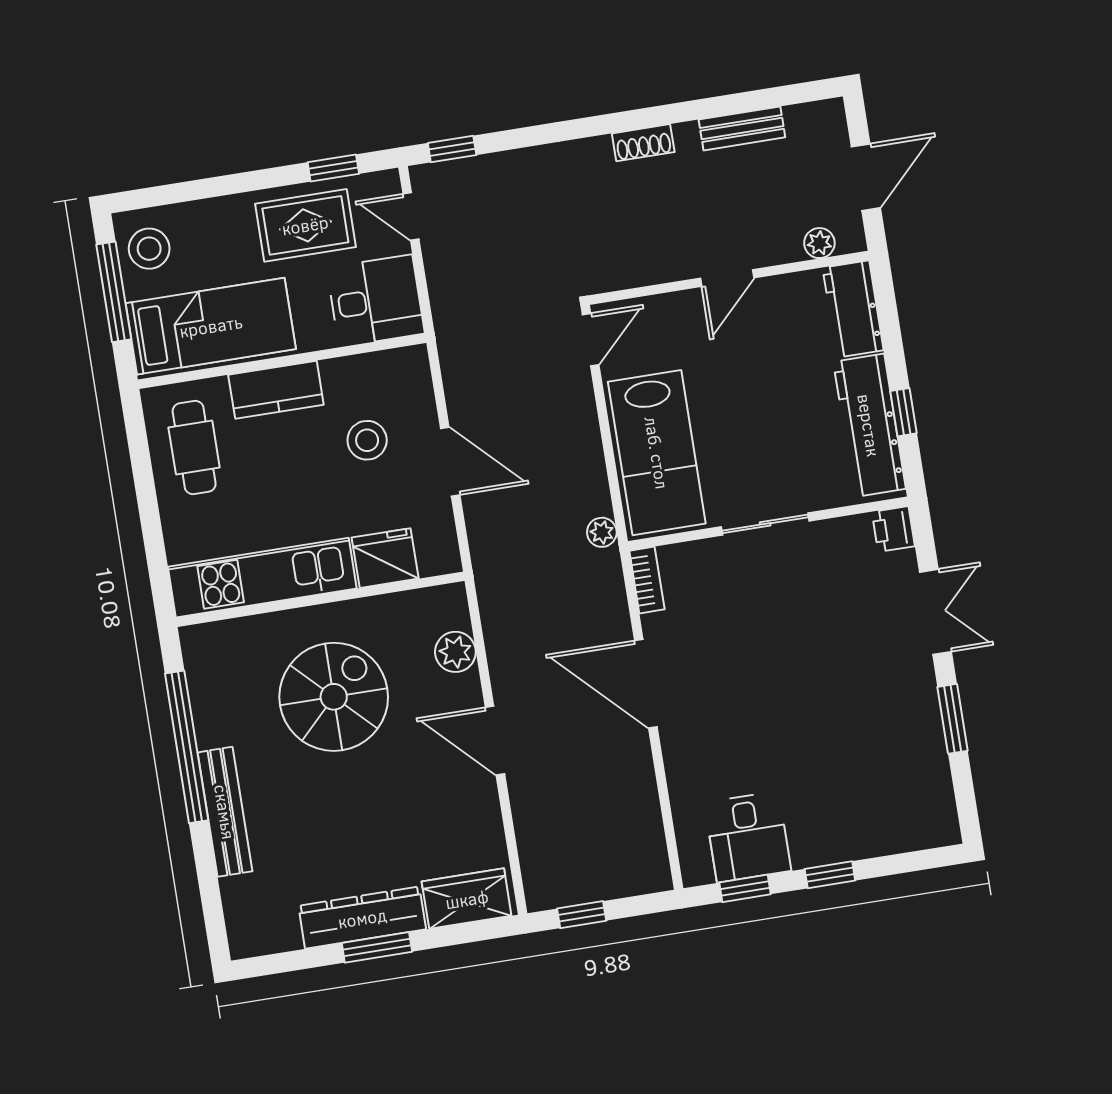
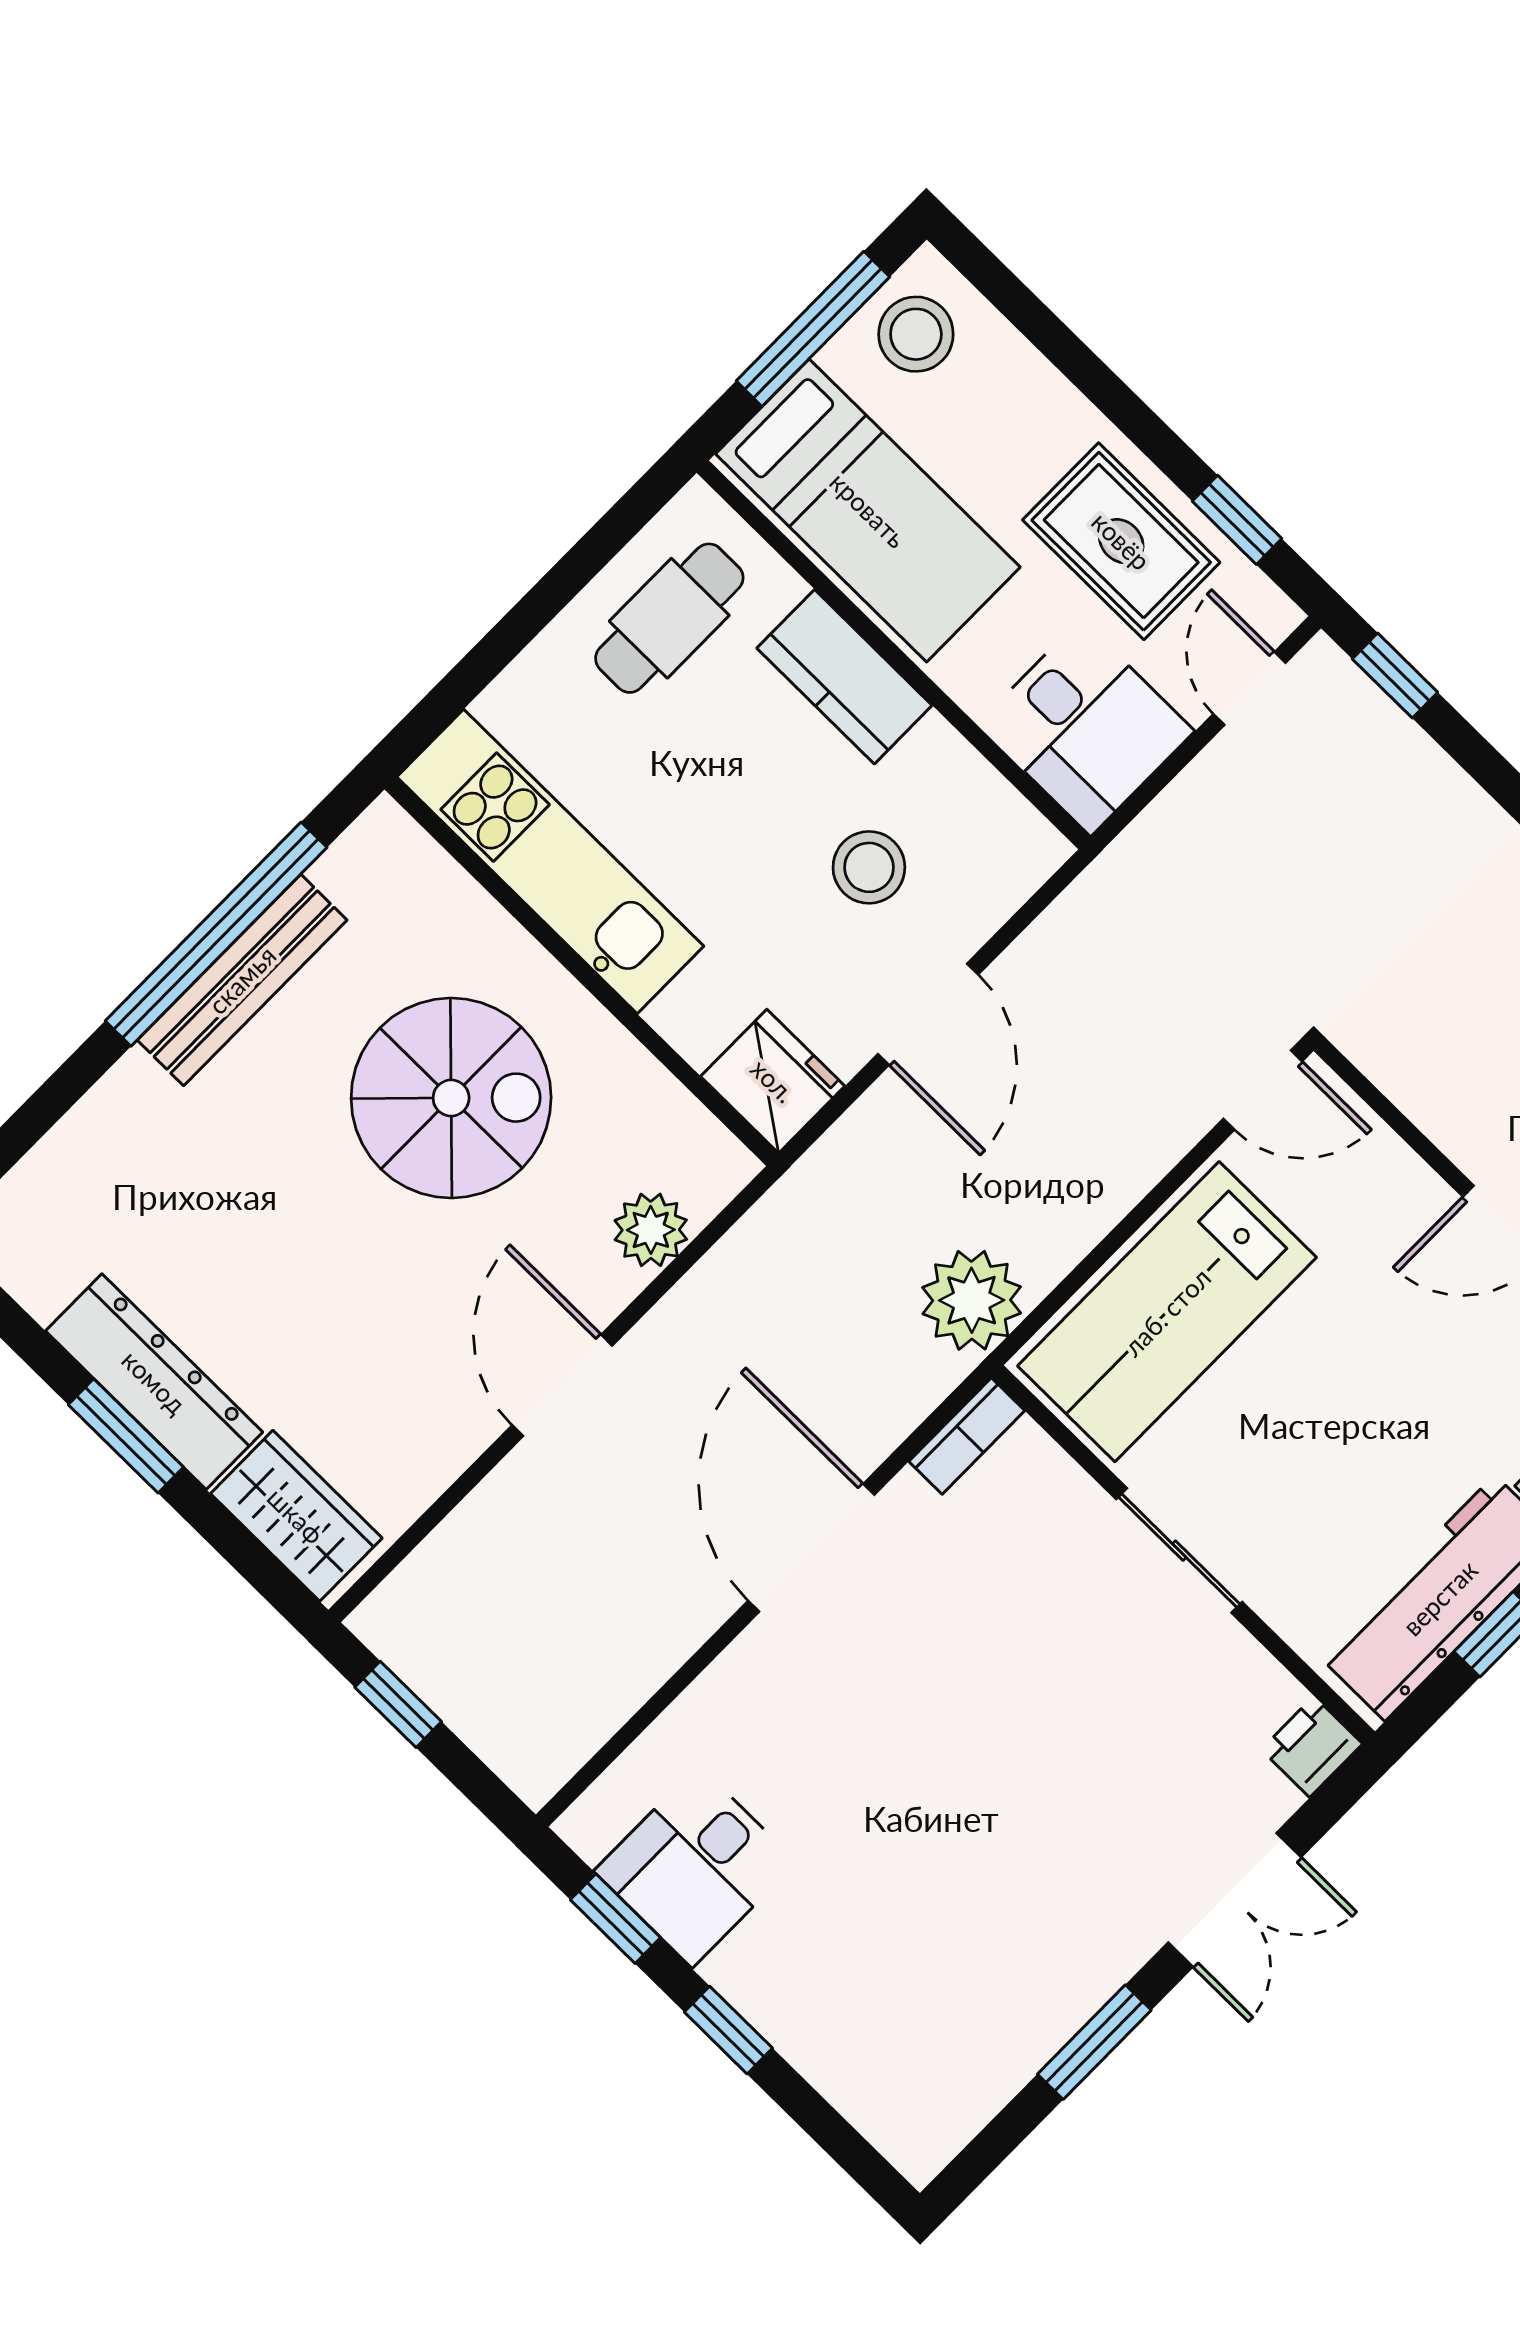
plant: (602, 532) -> (972, 1300), width x1.88, depth x1.88
fridge: (385, 558) -> (773, 1081), moved
bench: (225, 812) -> (242, 980), moved

